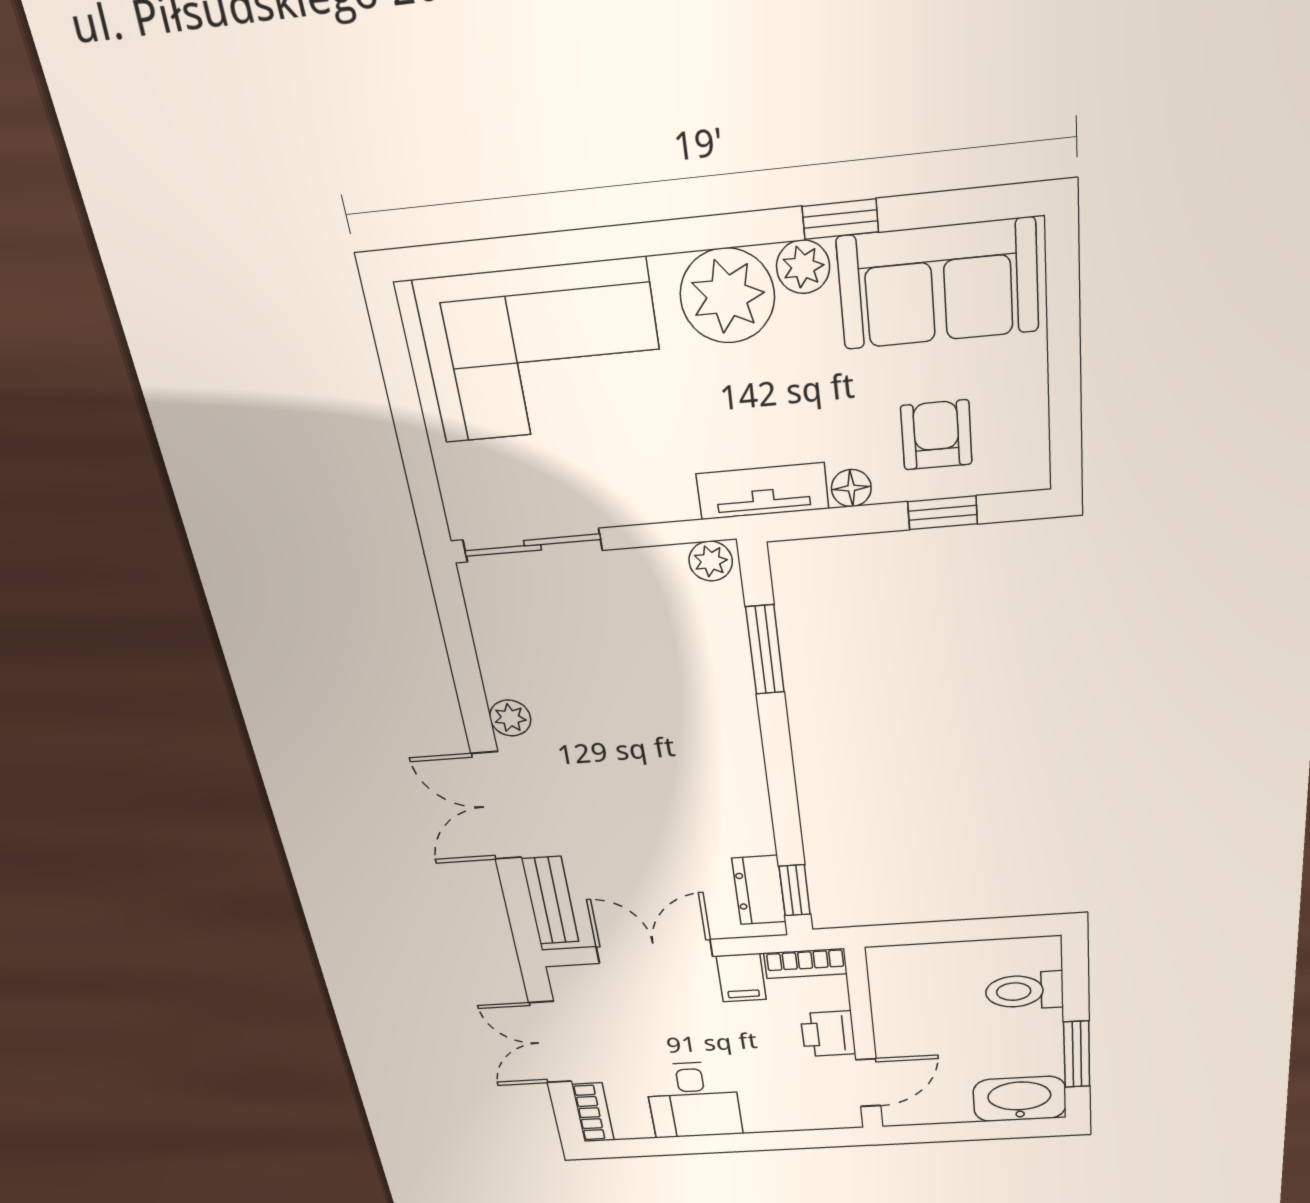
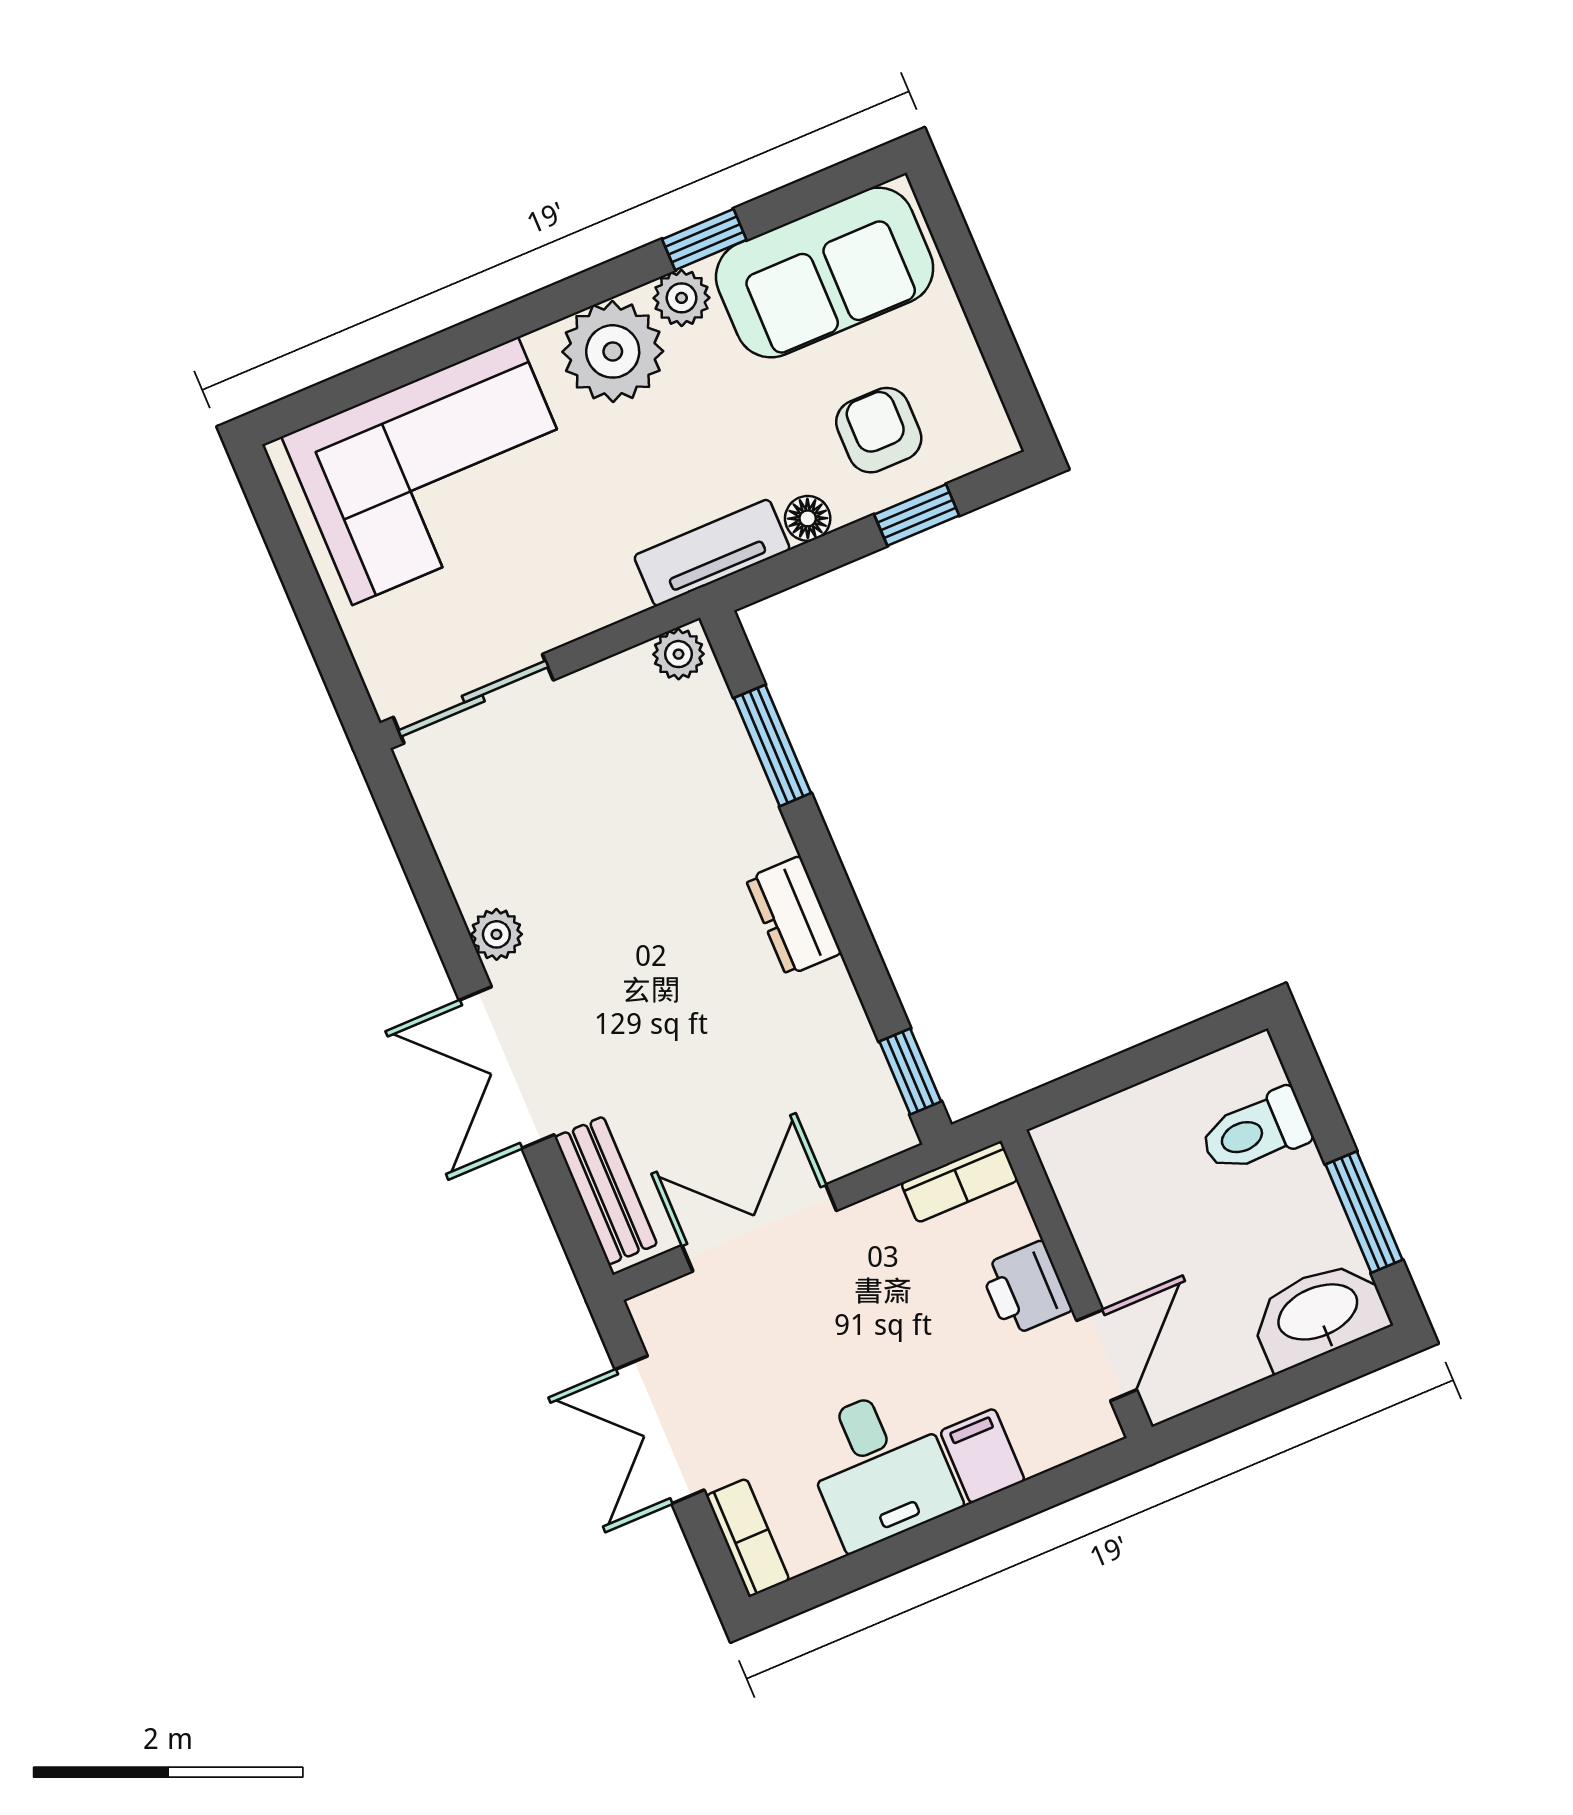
dresser: (759, 890) -> (794, 916), moved
filing cabinet: (741, 978) -> (982, 1456), moved, turned 180

